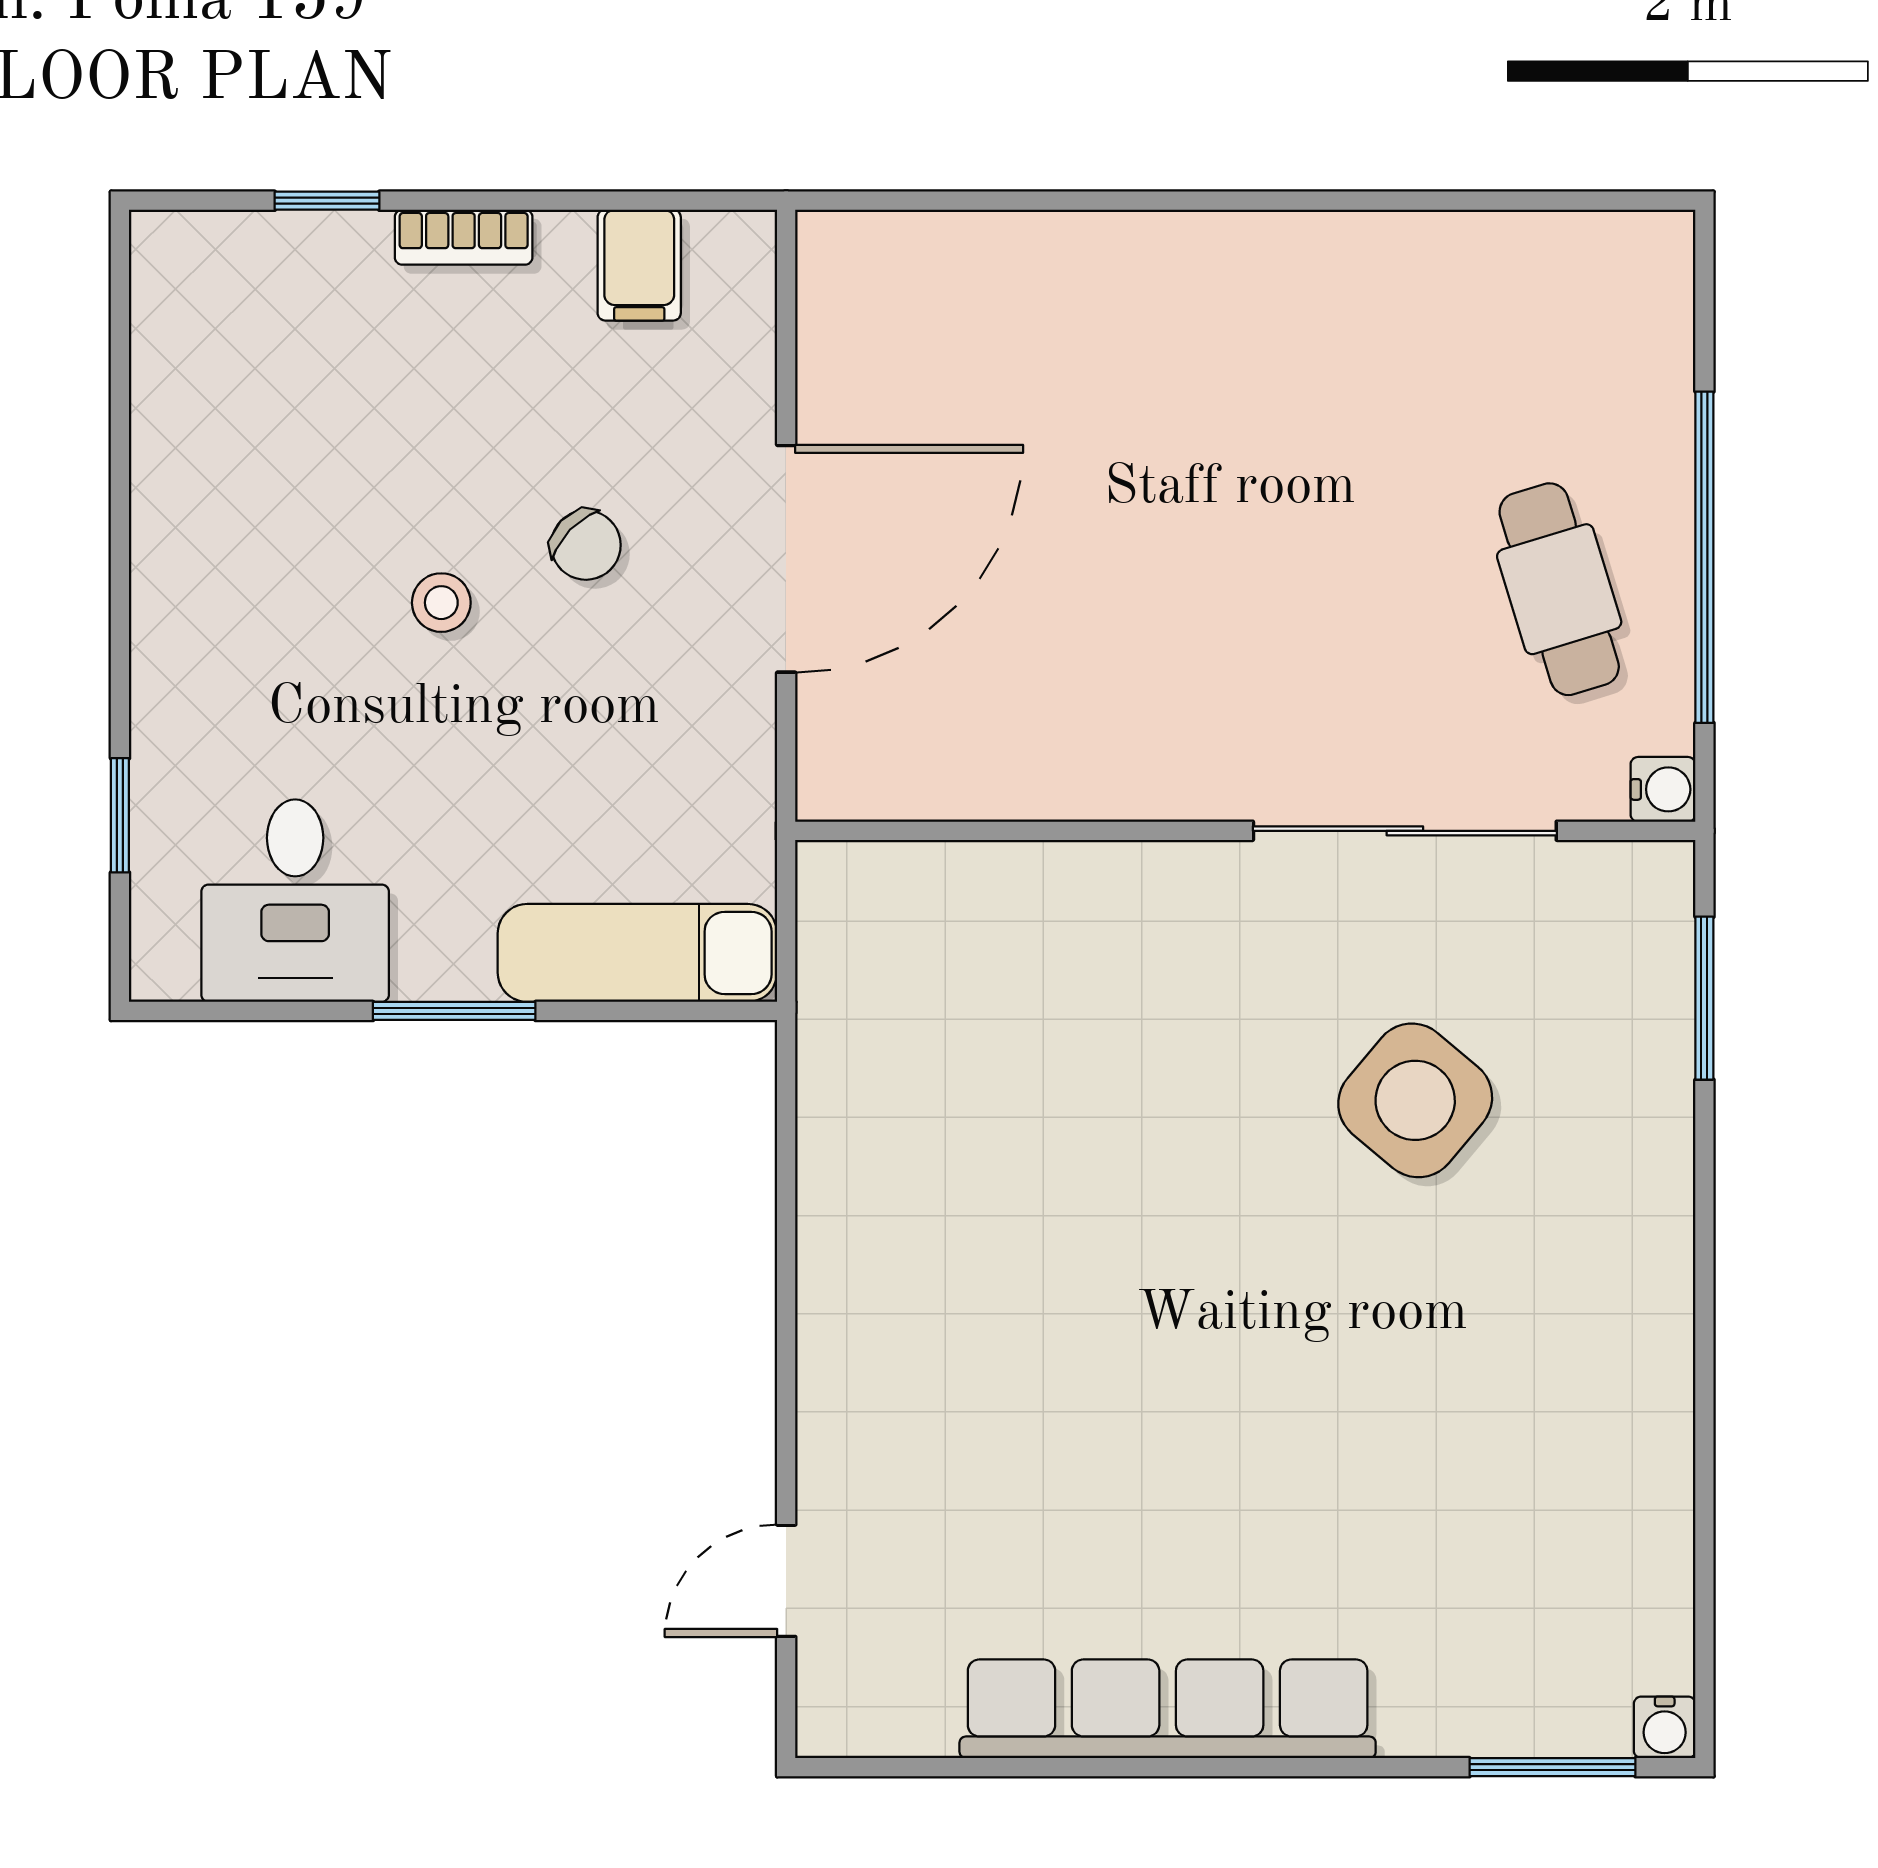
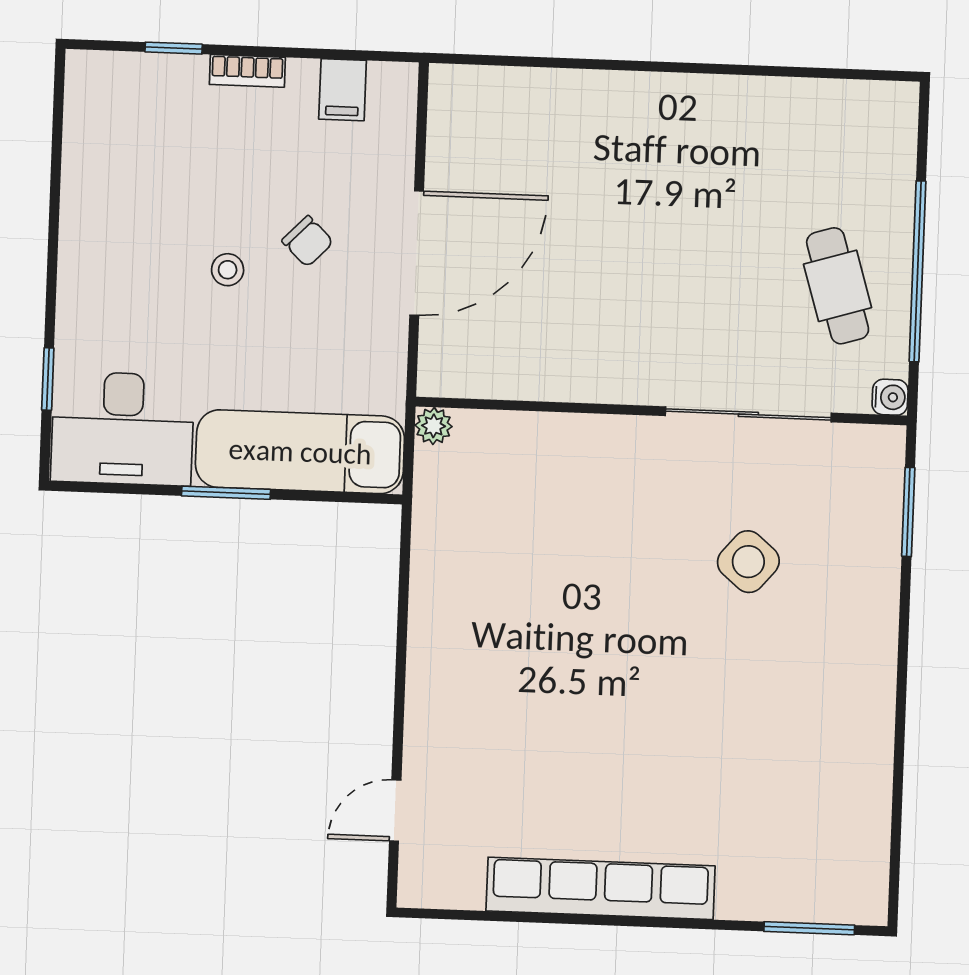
plant: (829, 874) -> (434, 426), added
desk: (295, 901) -> (122, 429), width x1.37
exam couch: (637, 953) -> (300, 452), width x1.36, depth x1.45
side table: (1415, 1100) -> (748, 562), width x0.73, depth x0.73
water cooler: (1665, 1727) -> (871, 909), removed

